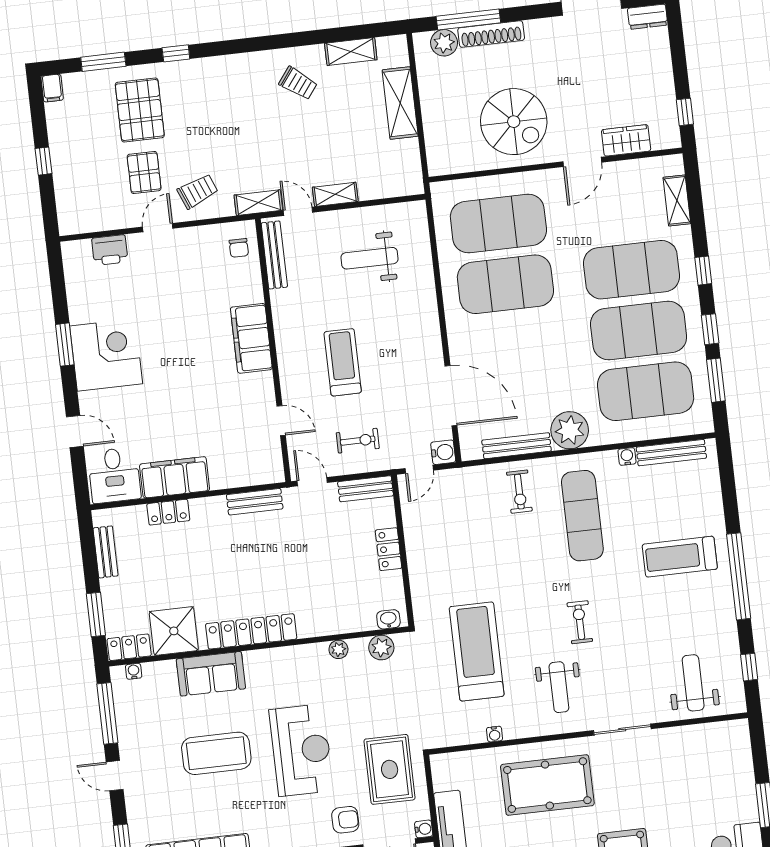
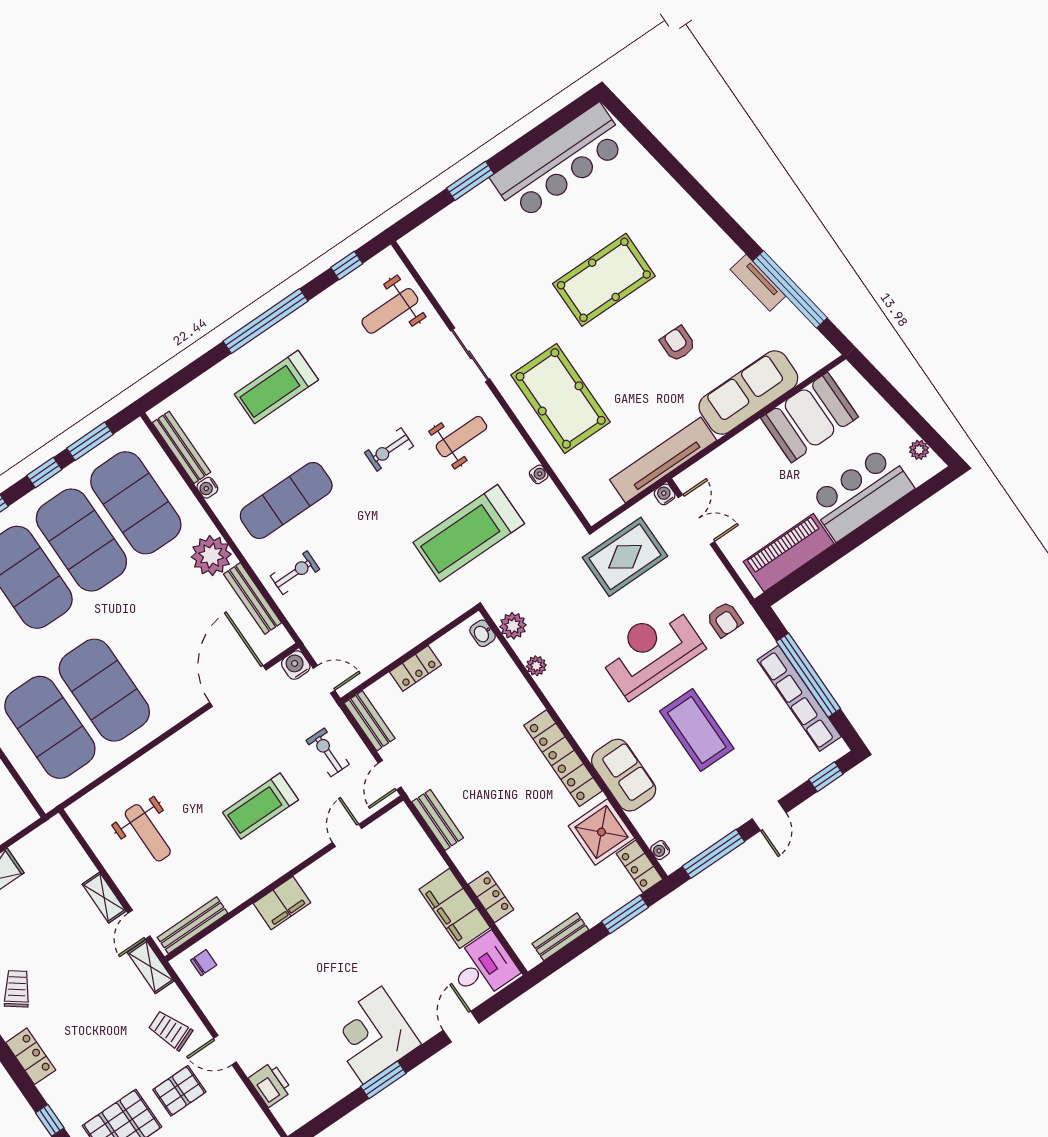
locker: (237, 65) -> (31, 1056), added
filing cabinet: (251, 338) -> (282, 903), width x0.67, depth x0.86
treadmill: (680, 557) -> (276, 387), turned 90
armchair: (345, 820) -> (724, 619), moved, turned 180

